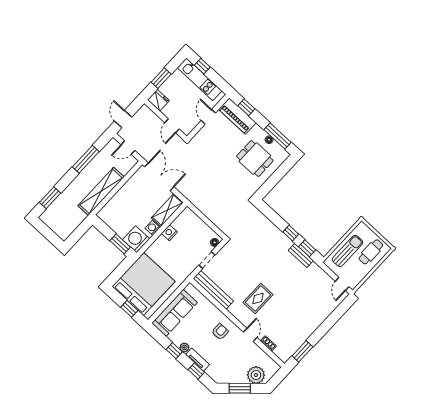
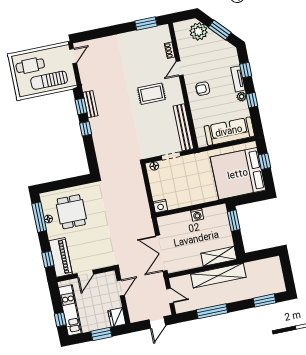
shelving: (167, 210) -> (219, 256), moved
nightstand: (169, 233) -> (160, 206), moved
washing machine: (136, 239) -> (218, 215), removed

